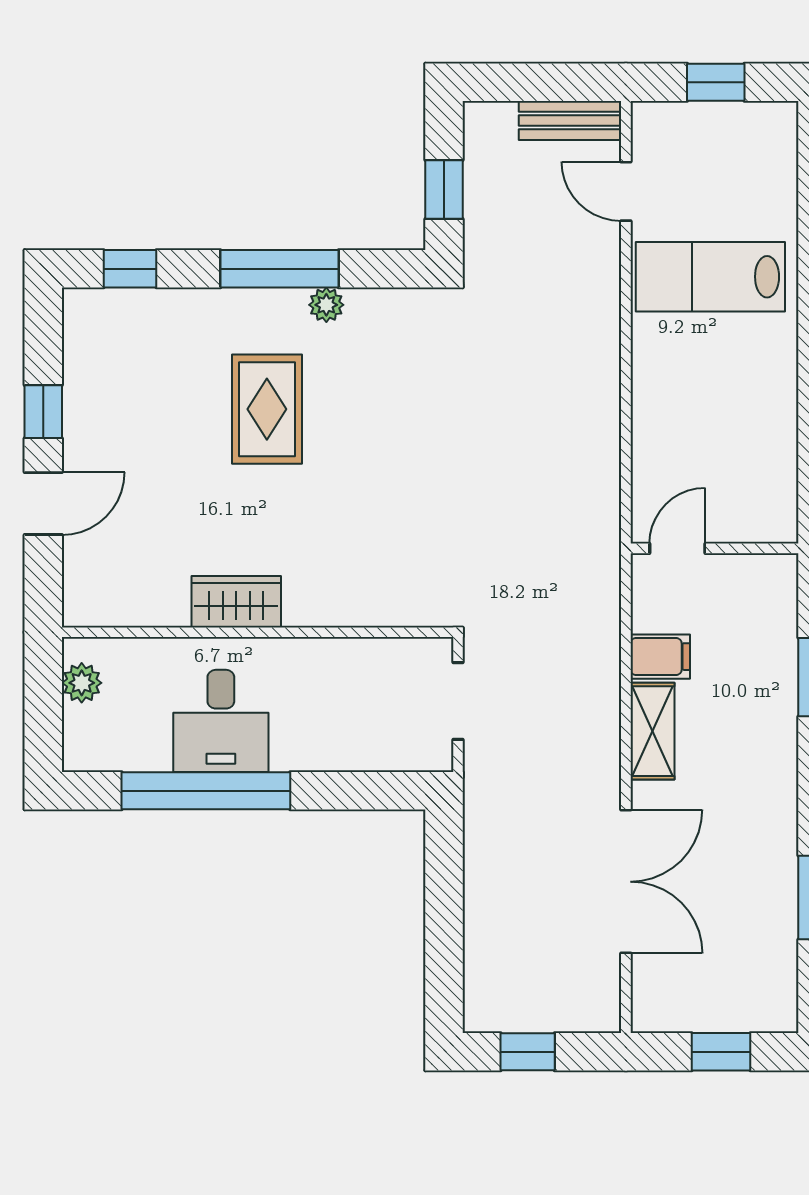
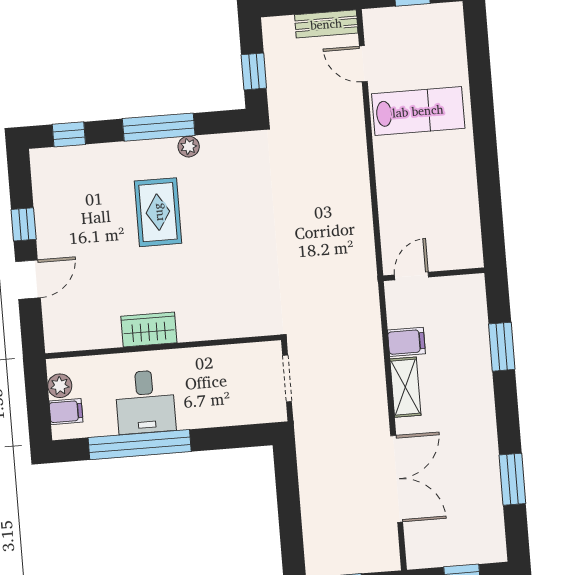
lab bench: (710, 277) -> (418, 111), turned 180
filing cabinet: (88, 726) -> (66, 412), added

